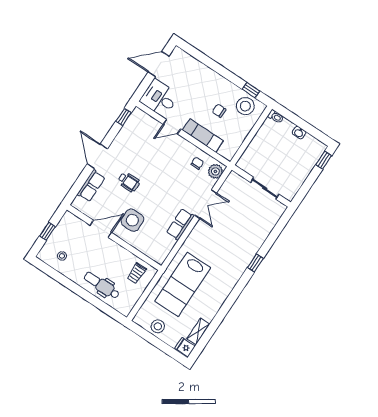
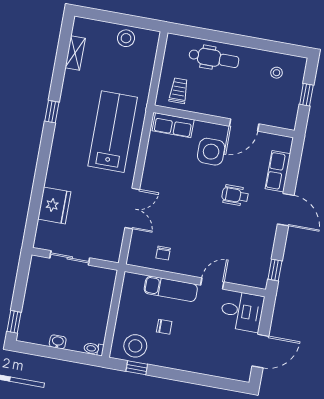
plant: (215, 171) -> (137, 253), removed
double door: (206, 204) -> (132, 209), swing flipped
row of seats: (180, 224) -> (173, 125), moved, turned 90
window: (255, 263) -> (52, 112), moved
lab bench: (183, 284) -> (113, 132), moved
fridge: (185, 347) -> (54, 205), moved, width x1.88, depth x1.34

